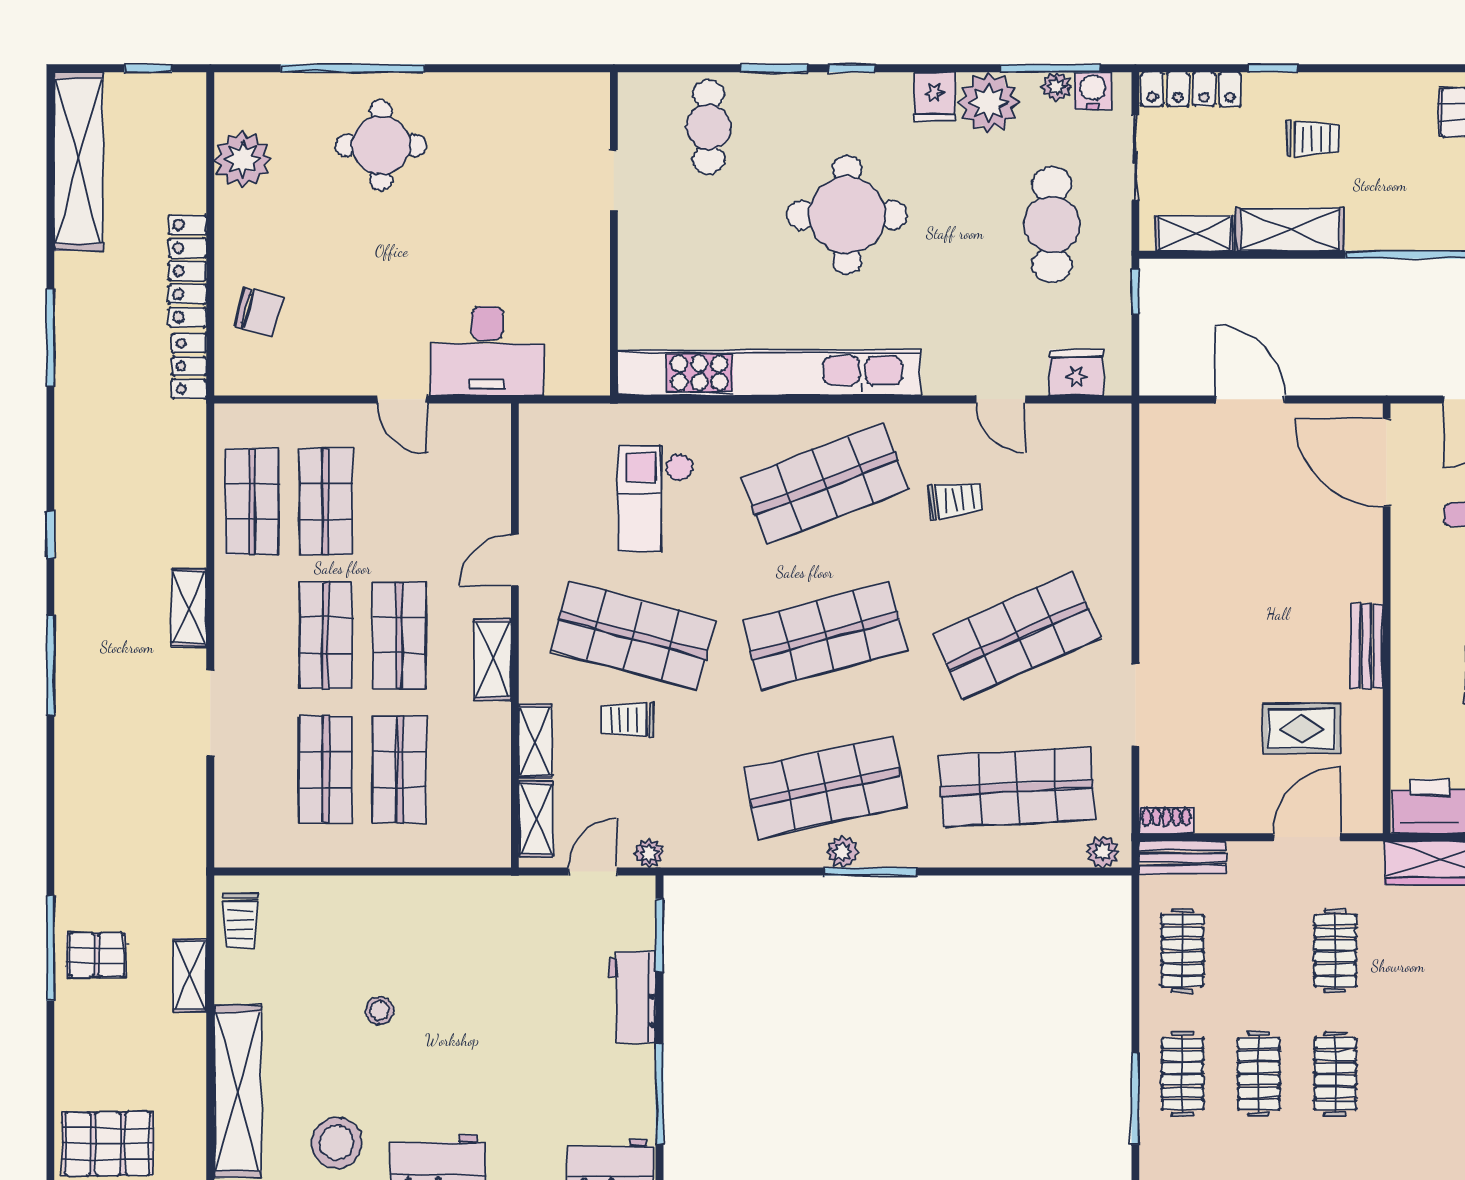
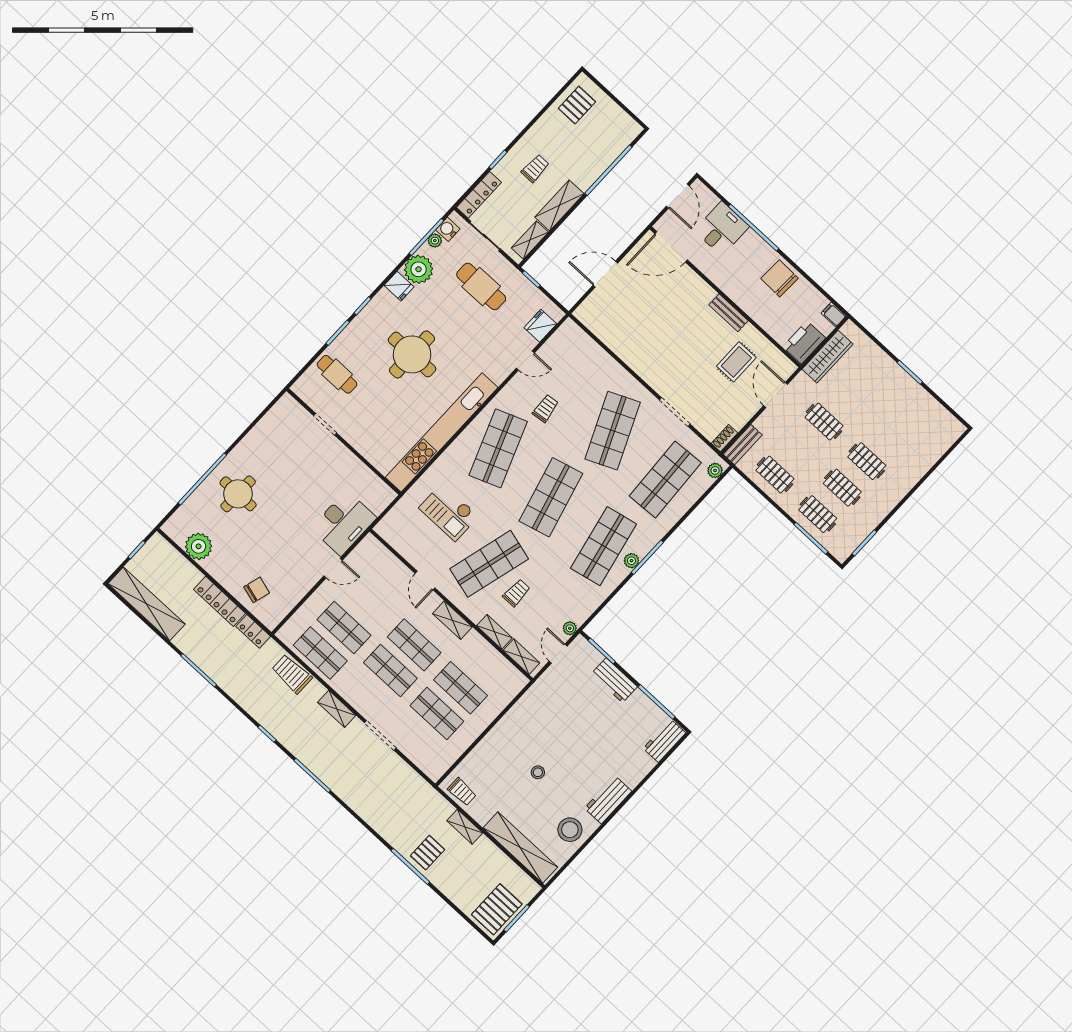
trolley: (179, 487) -> (292, 674), added
trolley: (627, 719) -> (516, 593), turned 180

